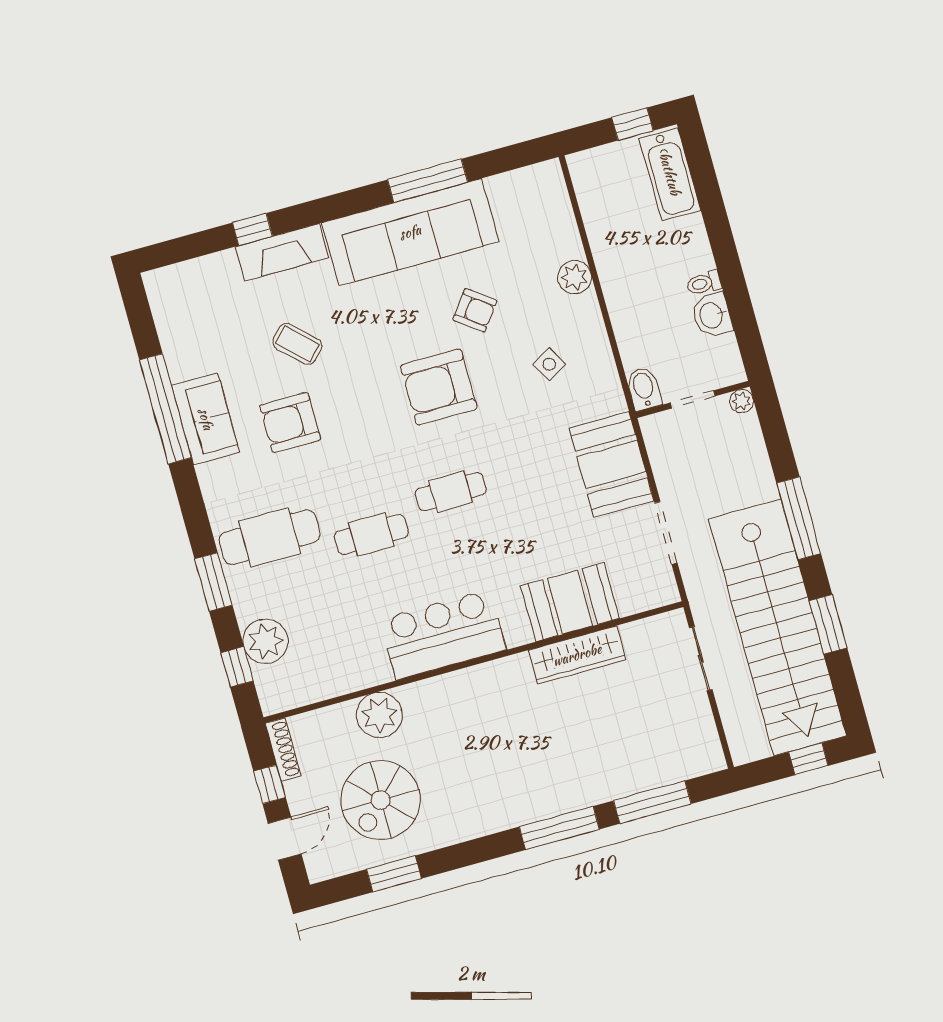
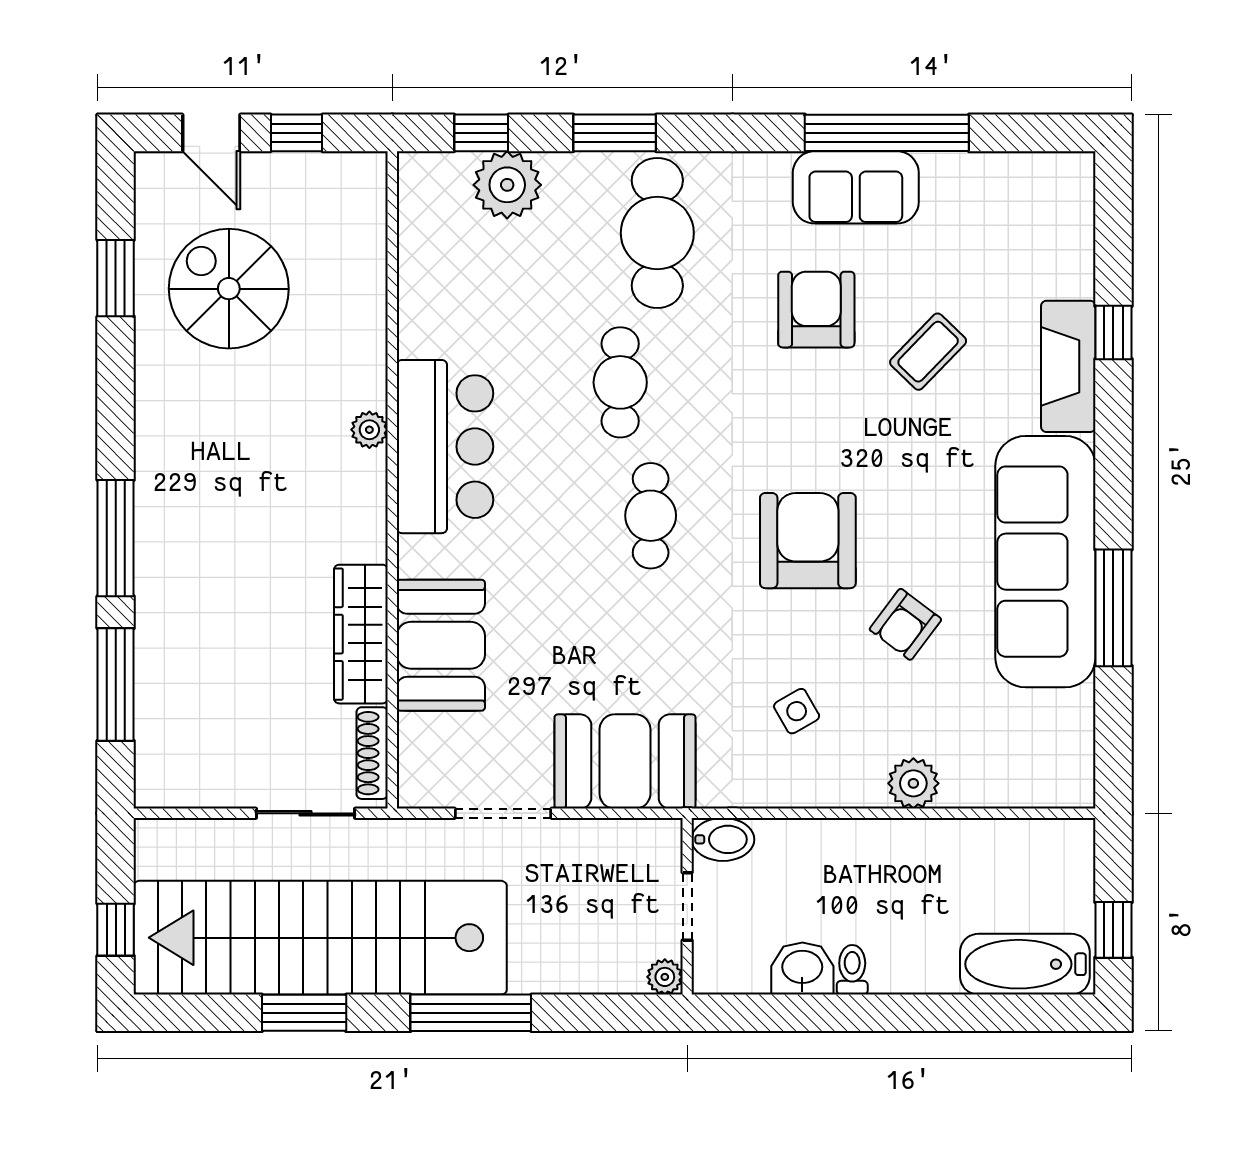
plant: (379, 715) -> (369, 430), moved, width x0.53, depth x0.53
shoe rack: (283, 750) -> (372, 753), moved, turned 90

